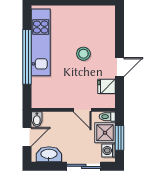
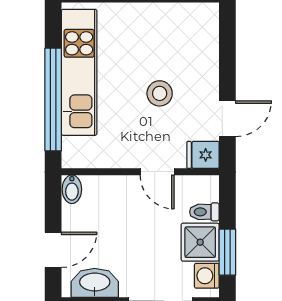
wall: (73, 110) -> (140, 172), moved
door: (82, 110) -> (157, 172), moved
bidet: (37, 119) -> (72, 189), moved

